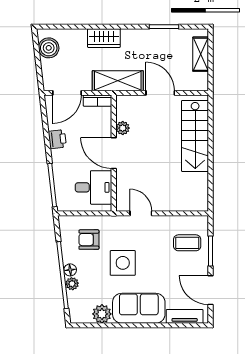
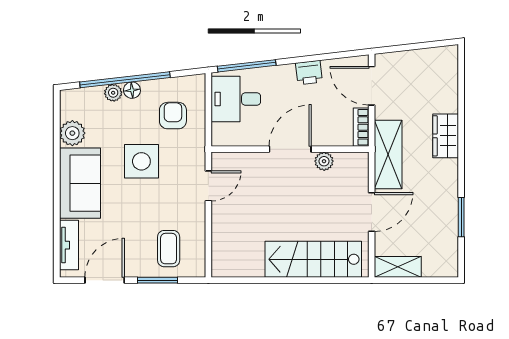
boiler: (49, 48) -> (433, 61), removed
shelving: (201, 54) -> (398, 267), moved
desk: (94, 187) -> (236, 99), moved, turned 90

